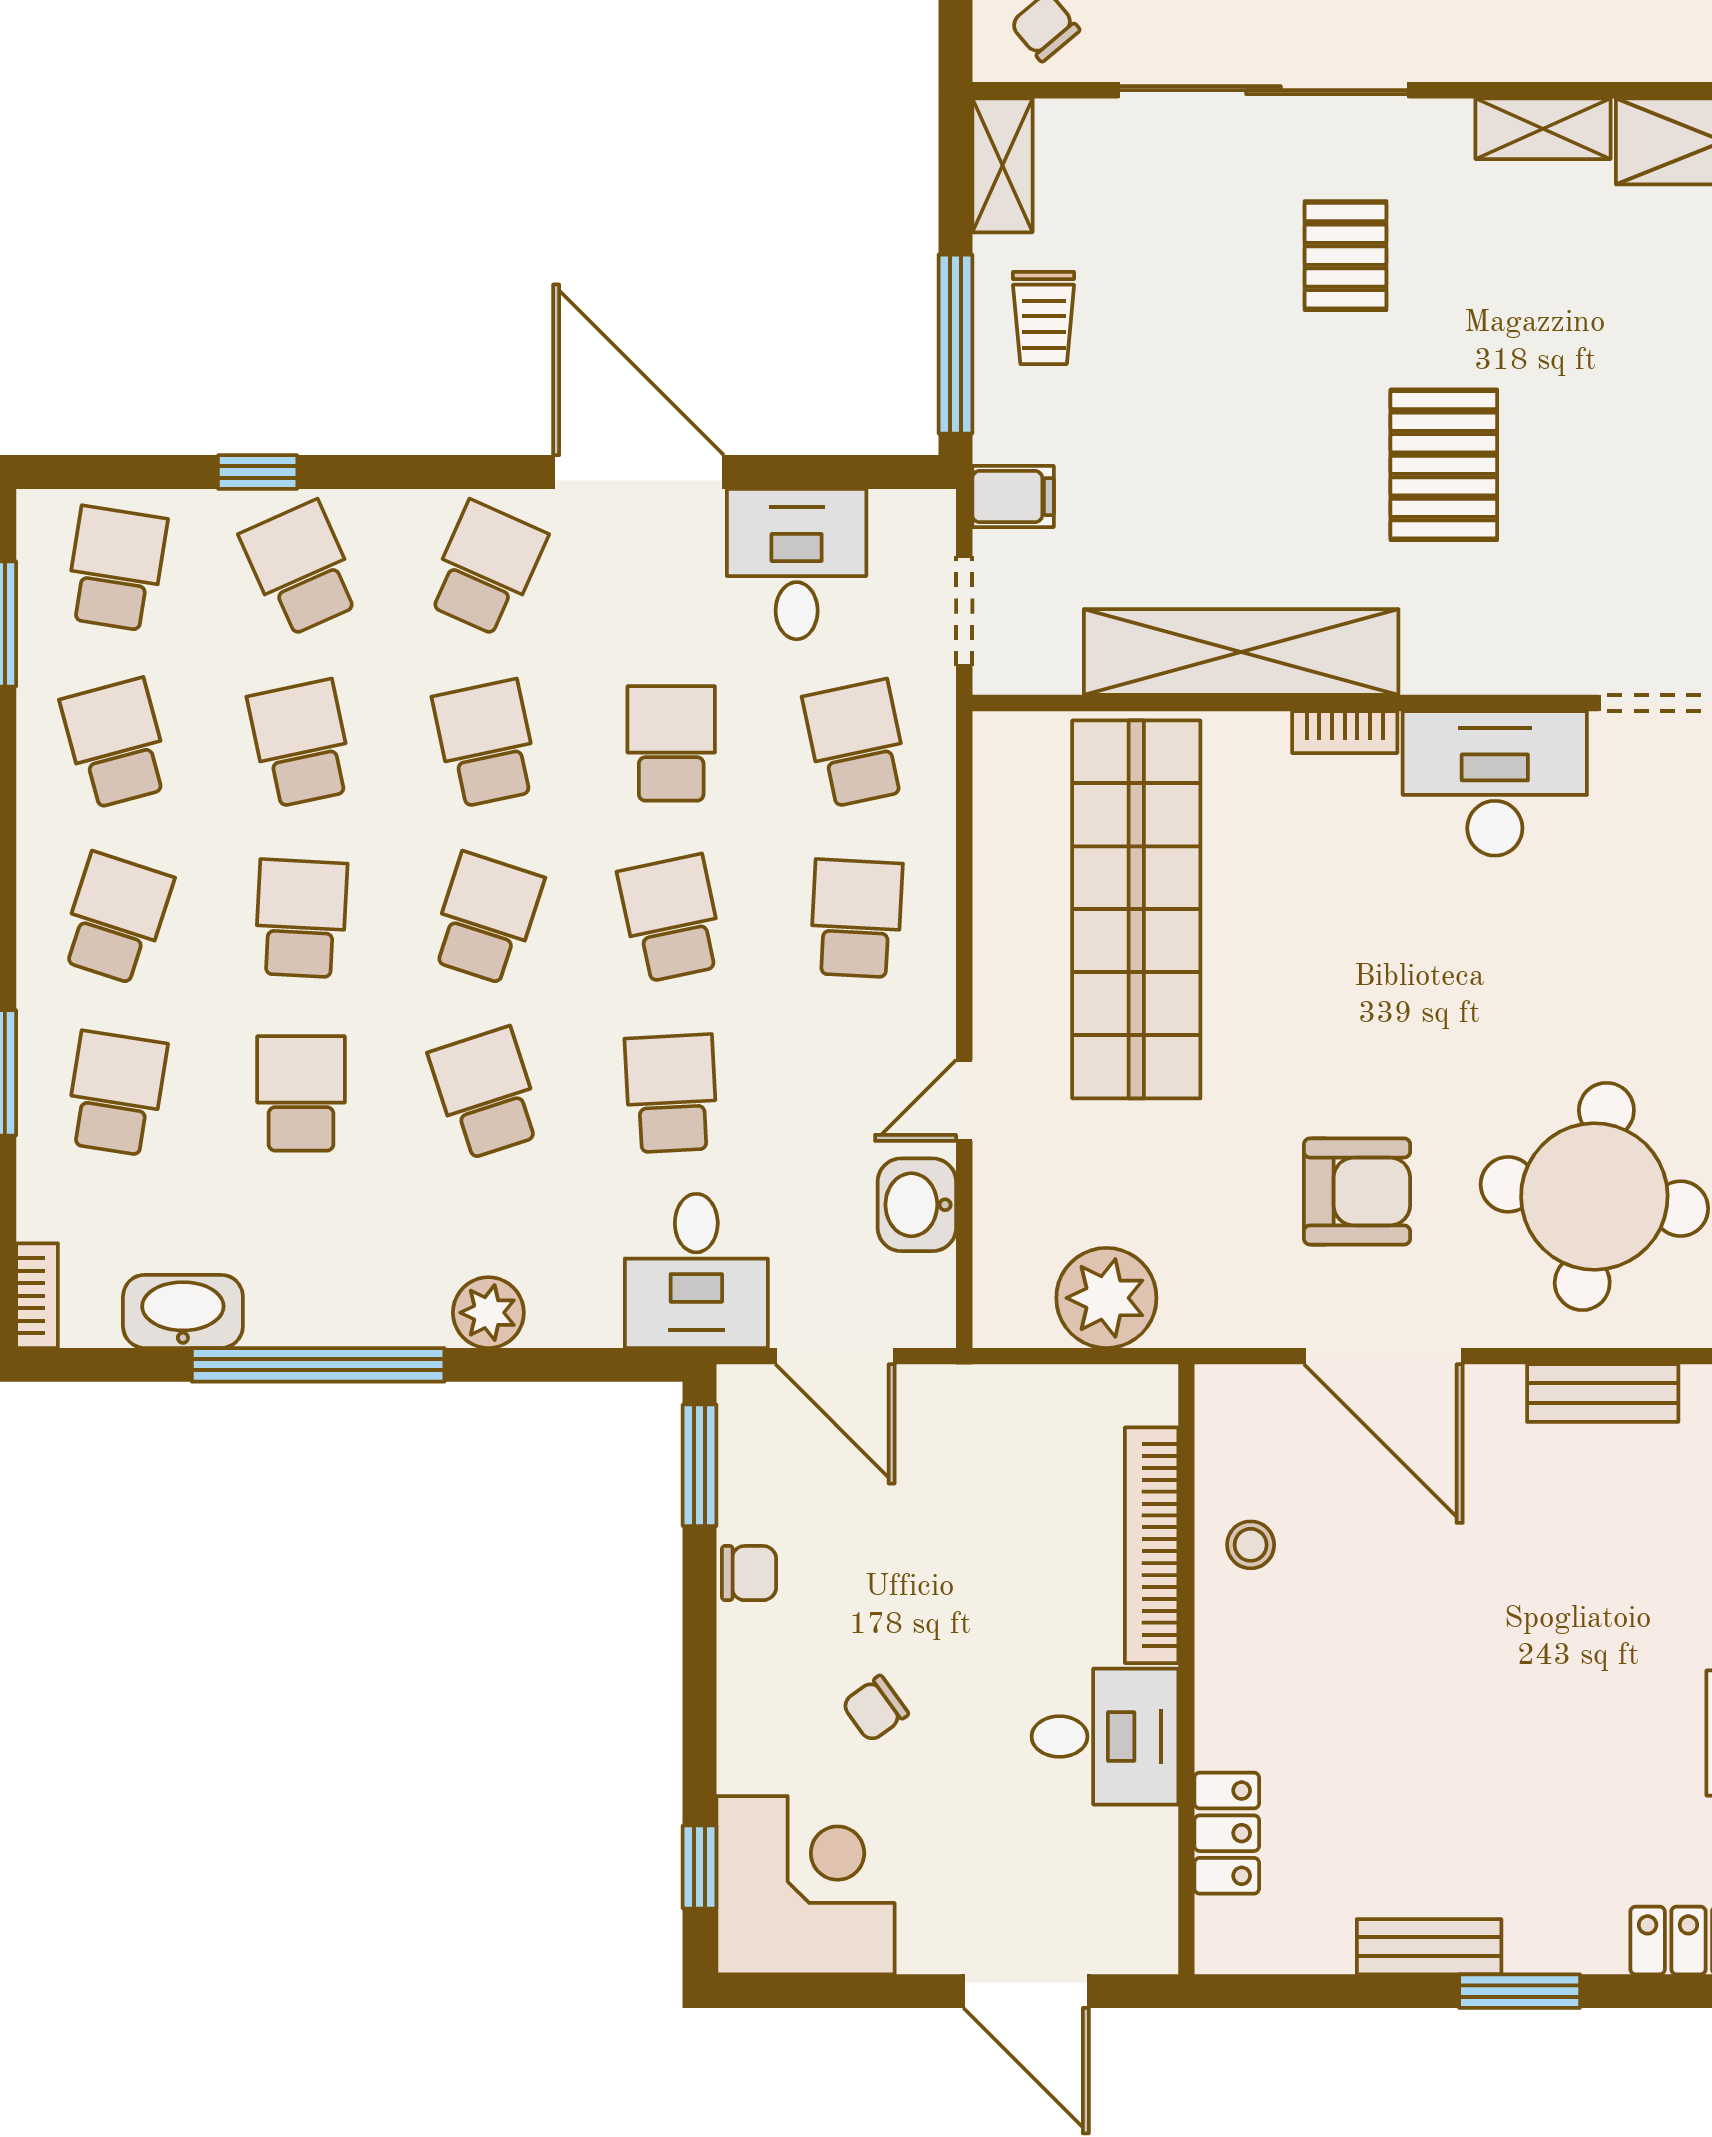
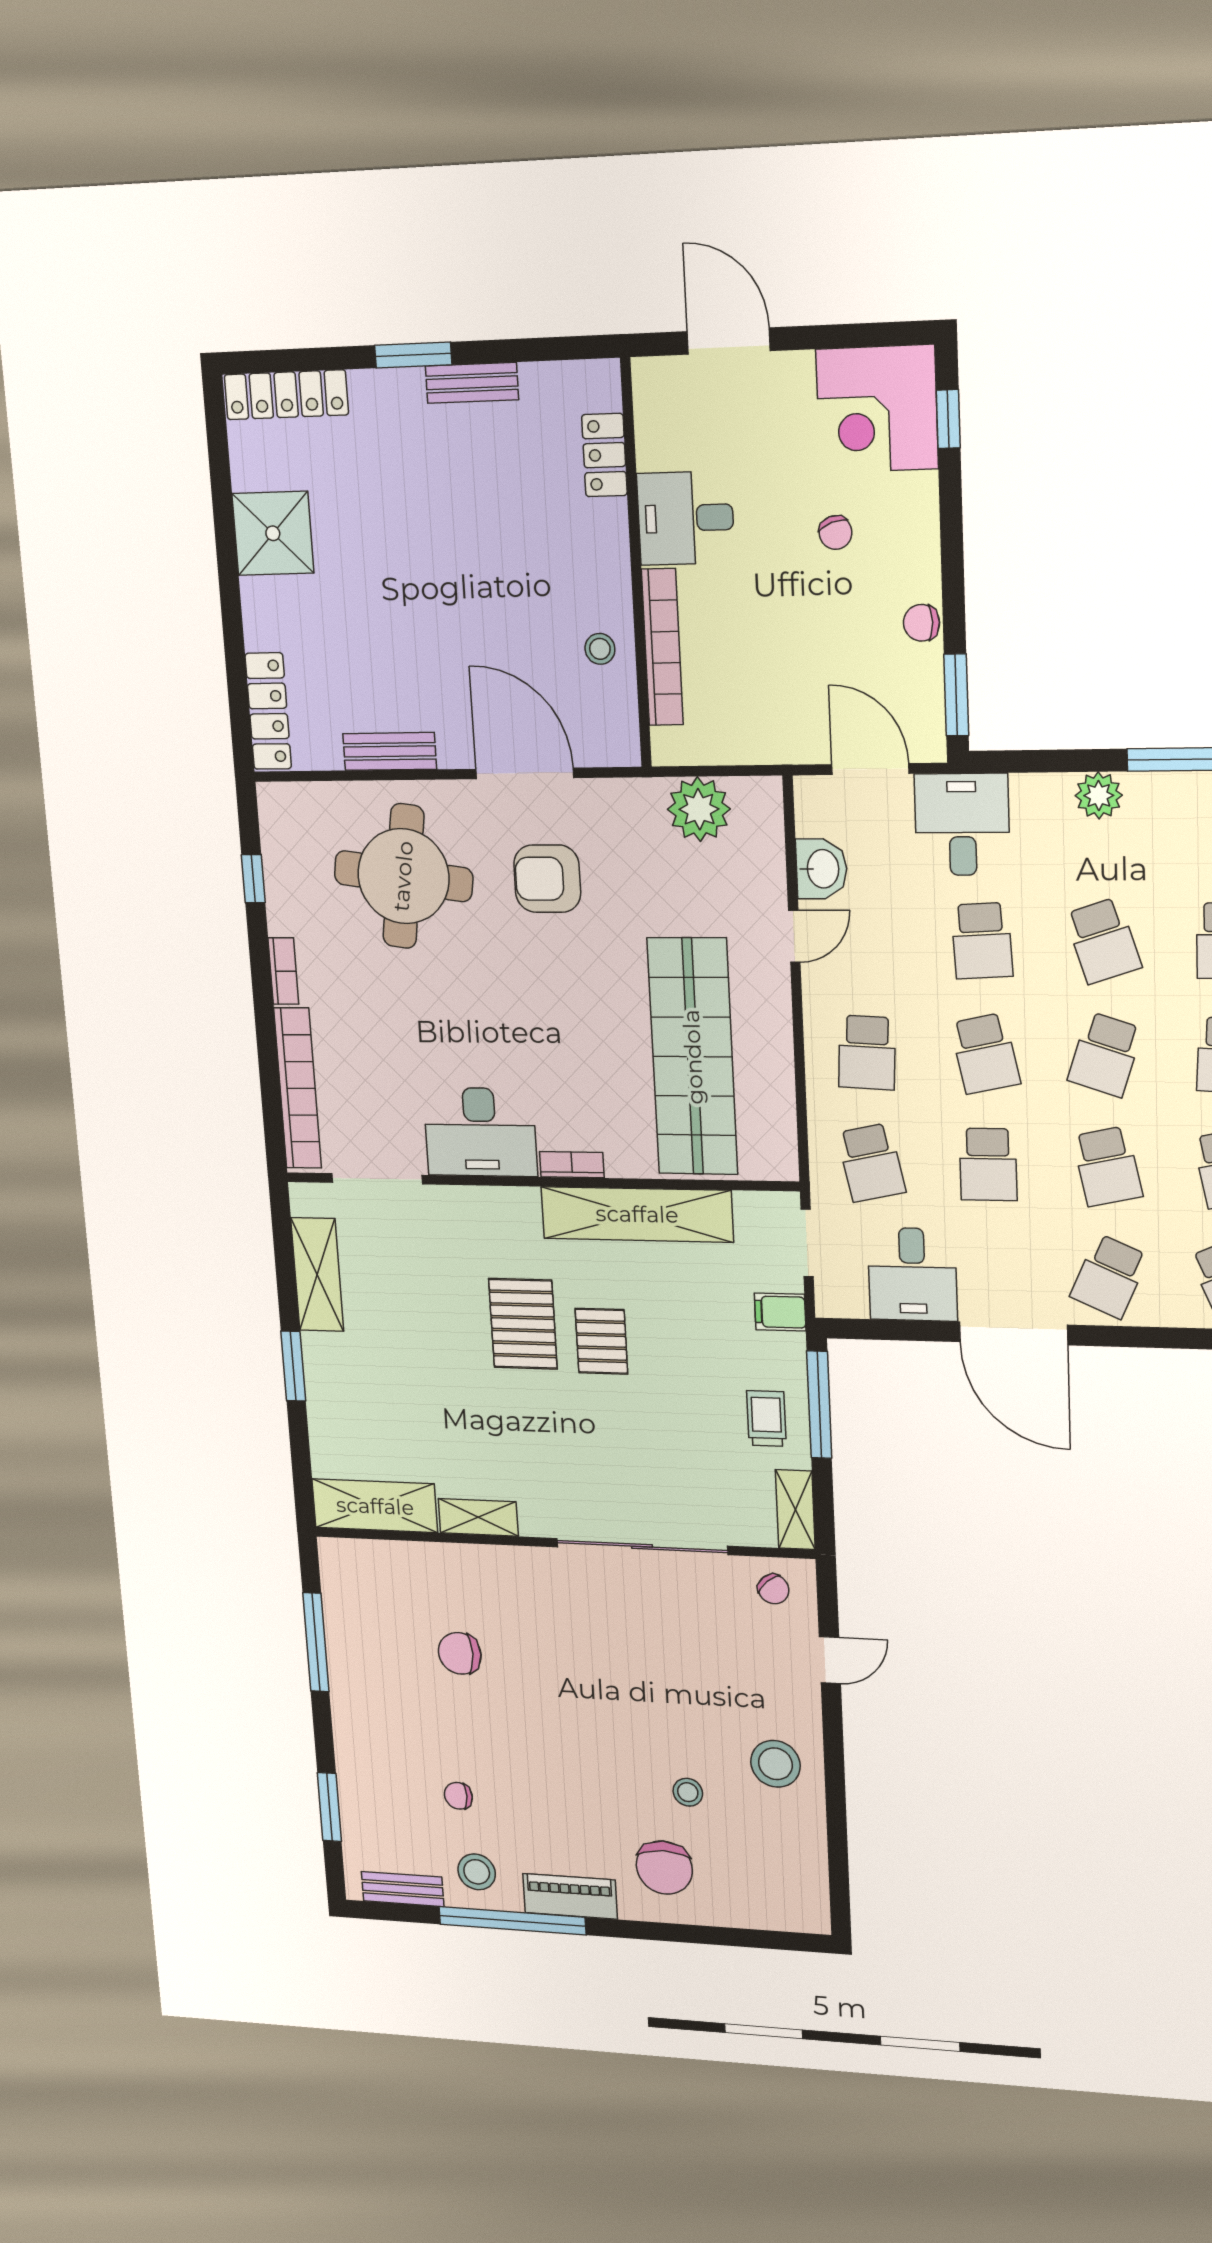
pallet: (1346, 256) -> (601, 1341), moved
chair: (875, 1709) -> (835, 533), turned 107

